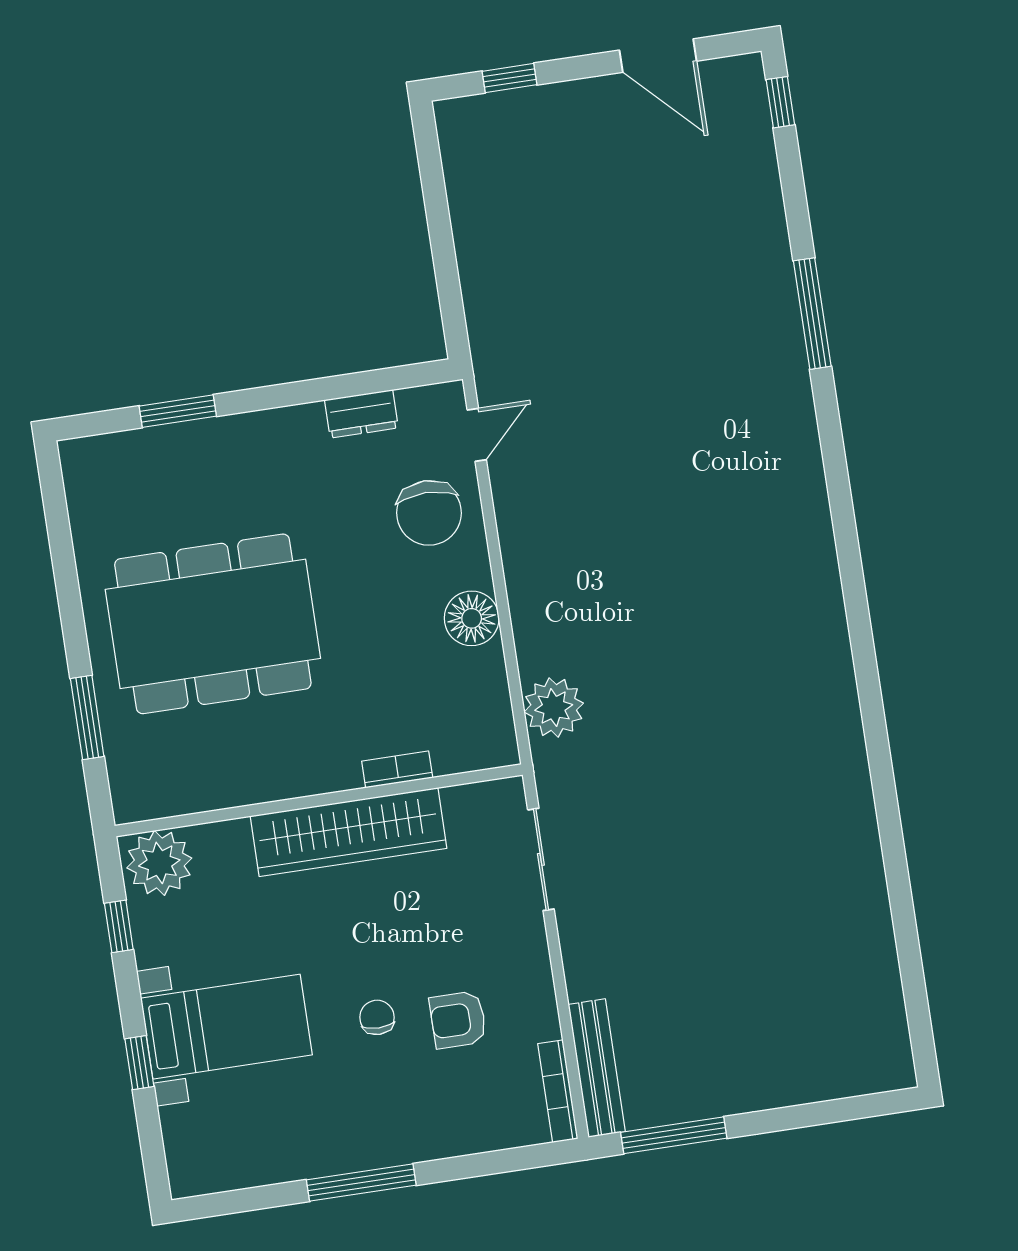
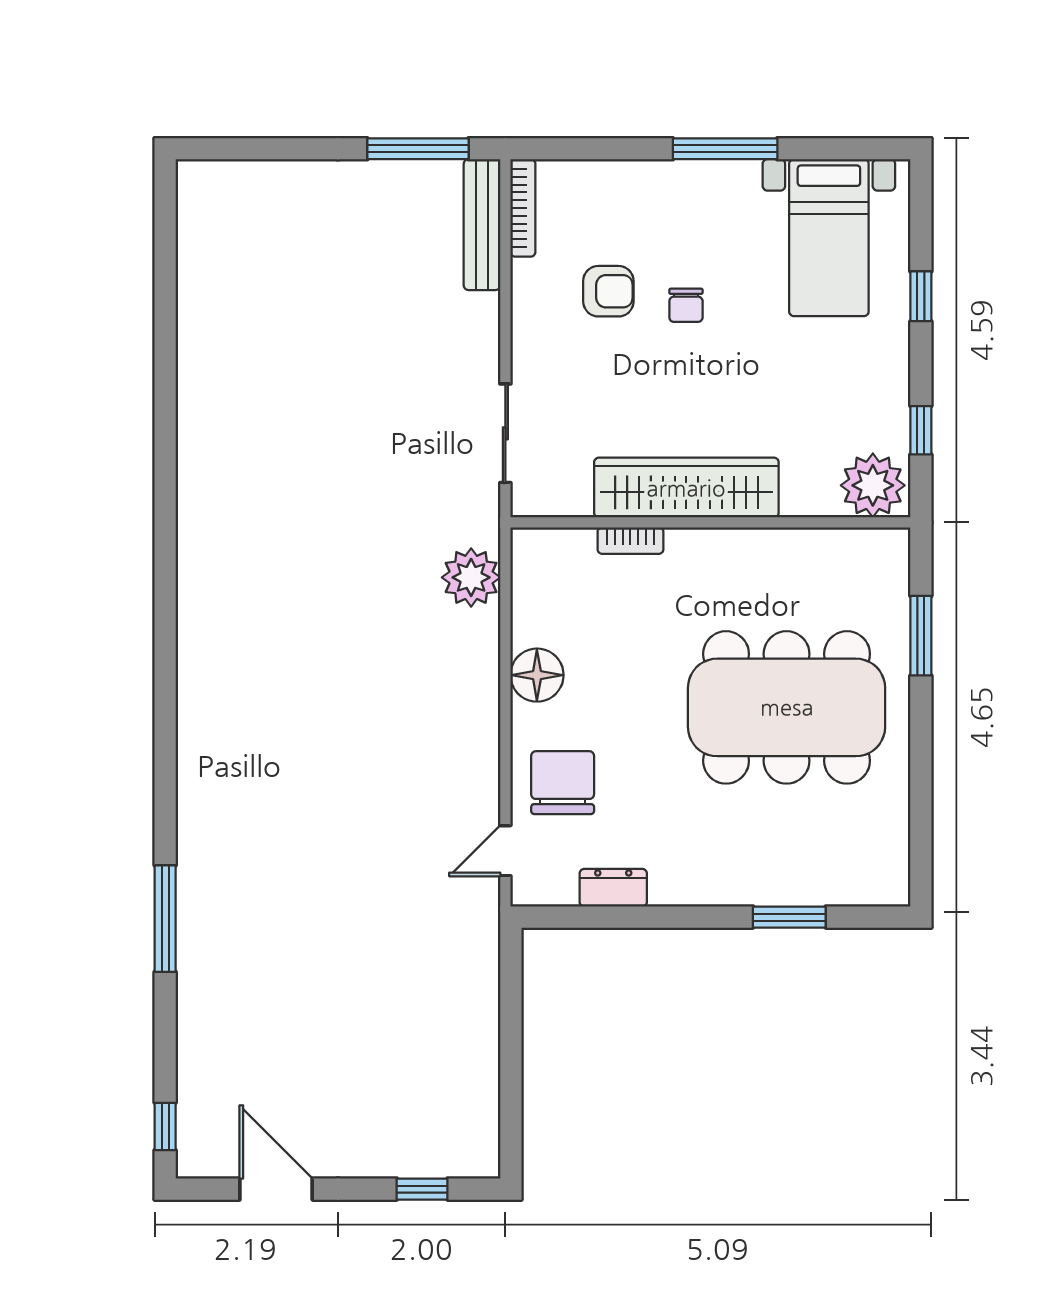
bed with nightstands: (226, 1027) -> (829, 238), moved, turned -90

